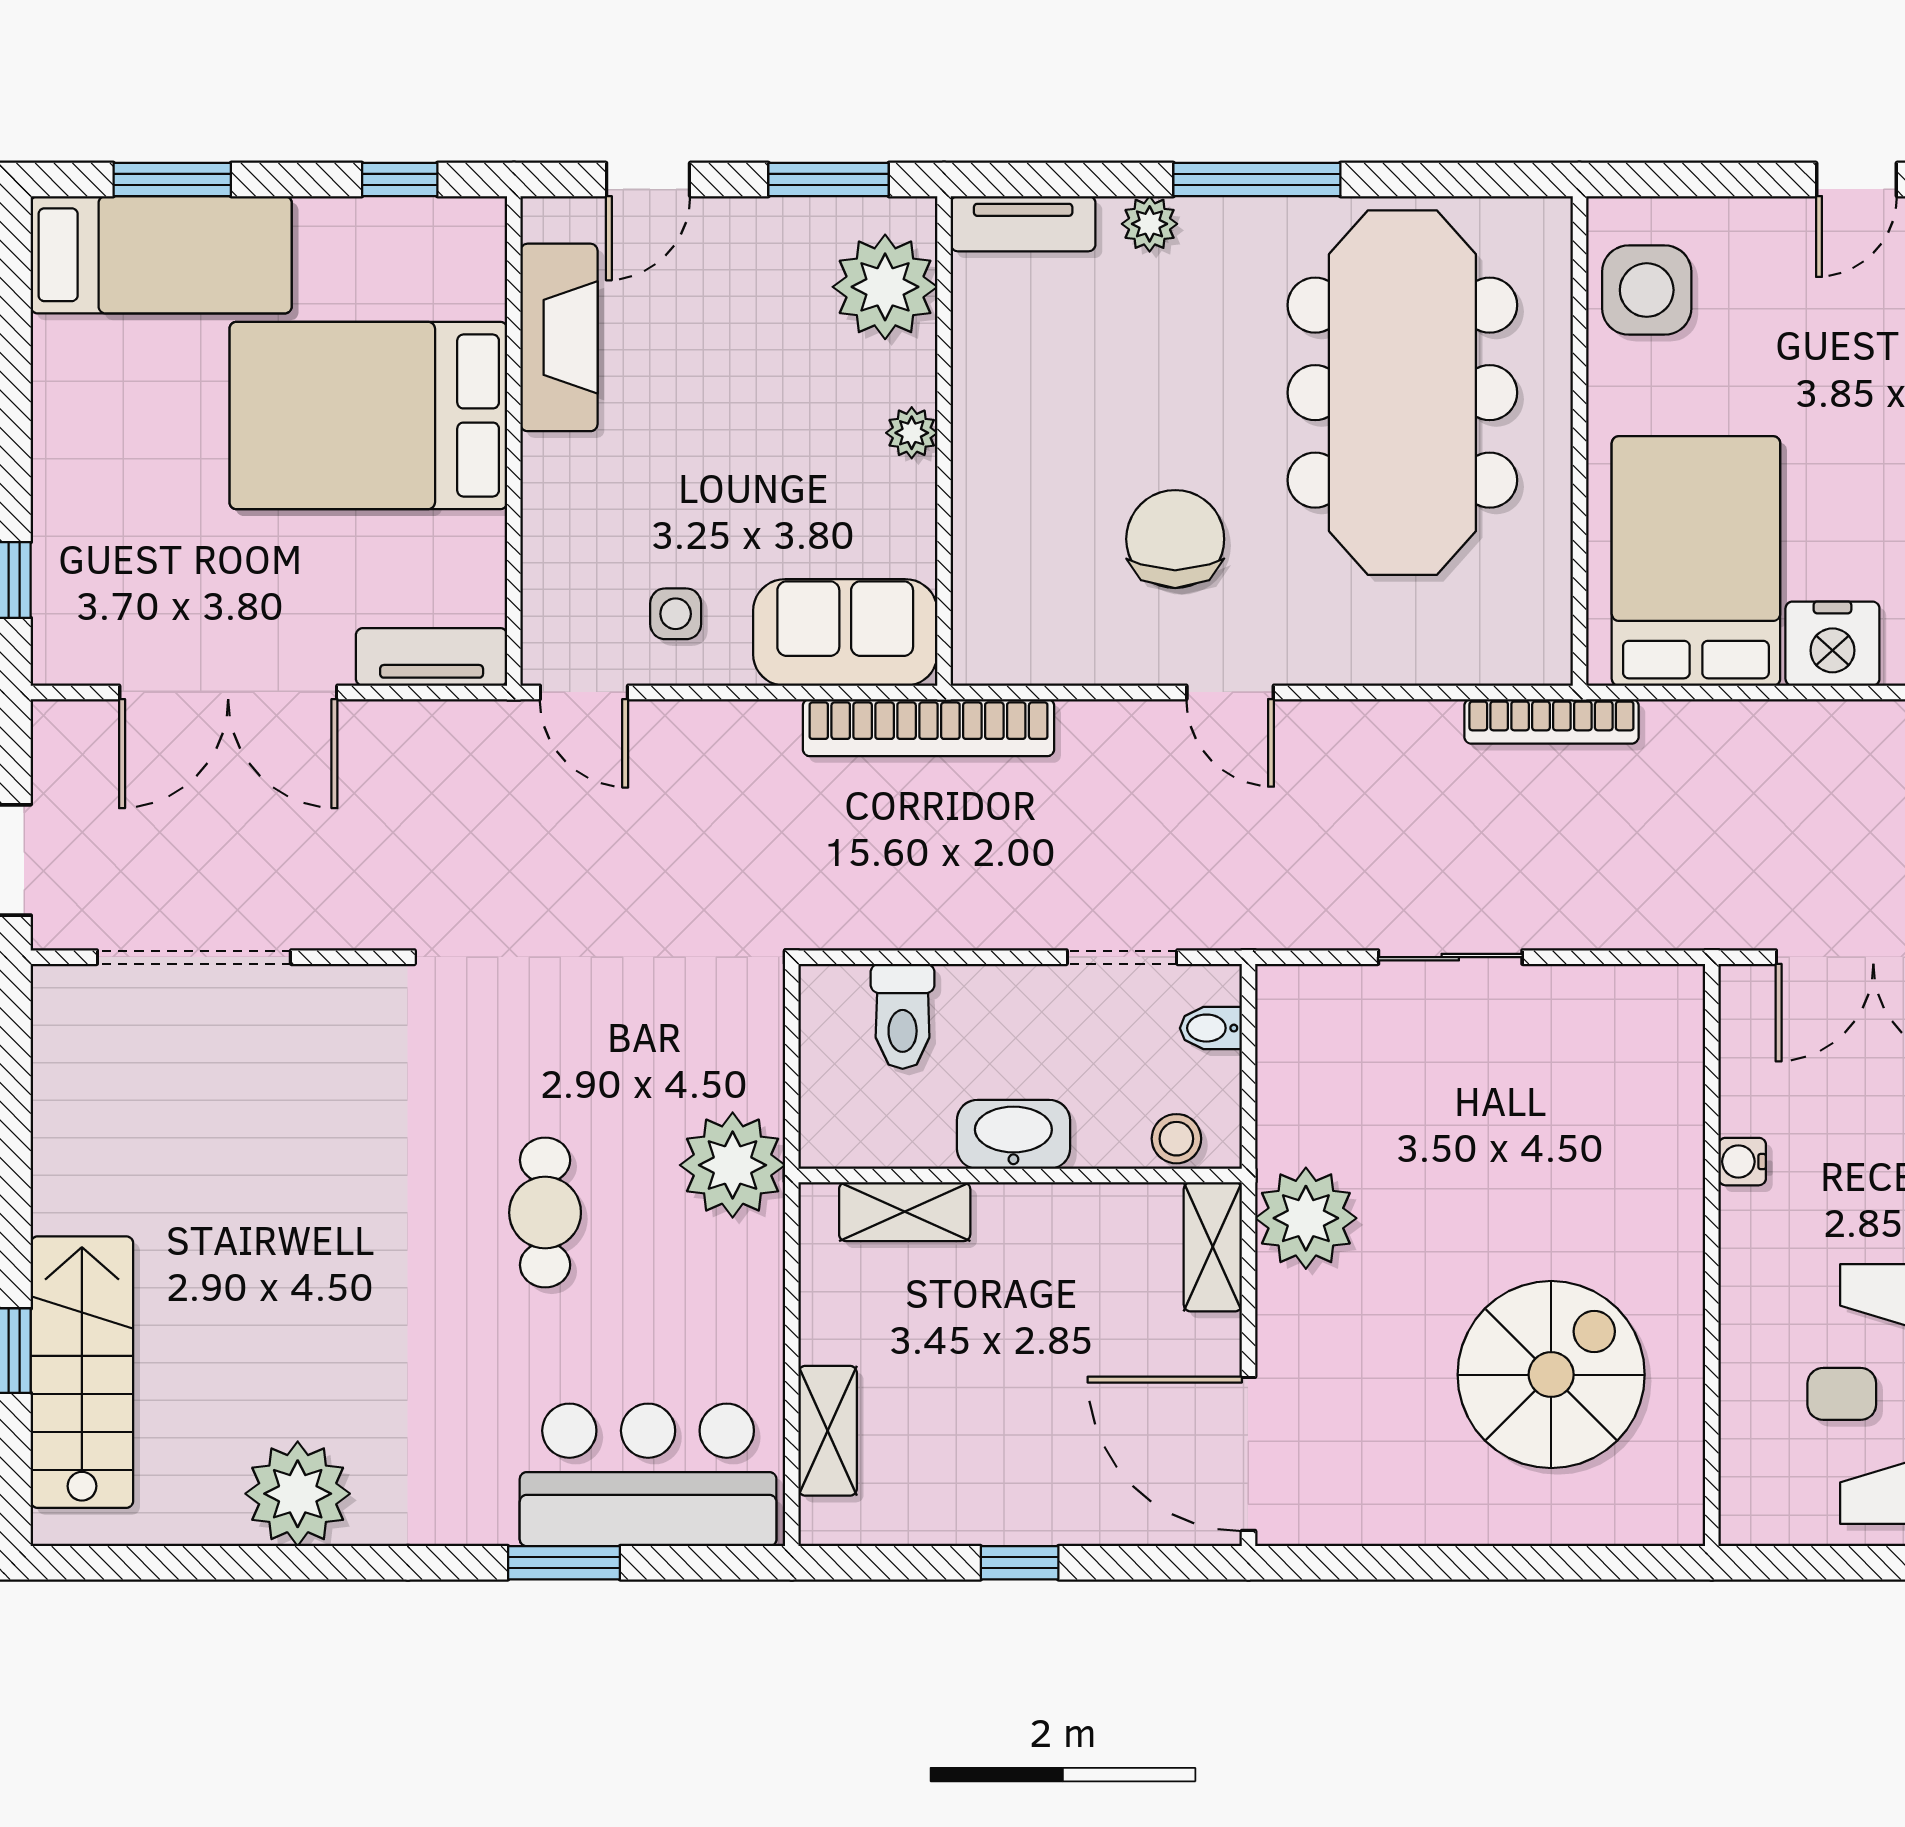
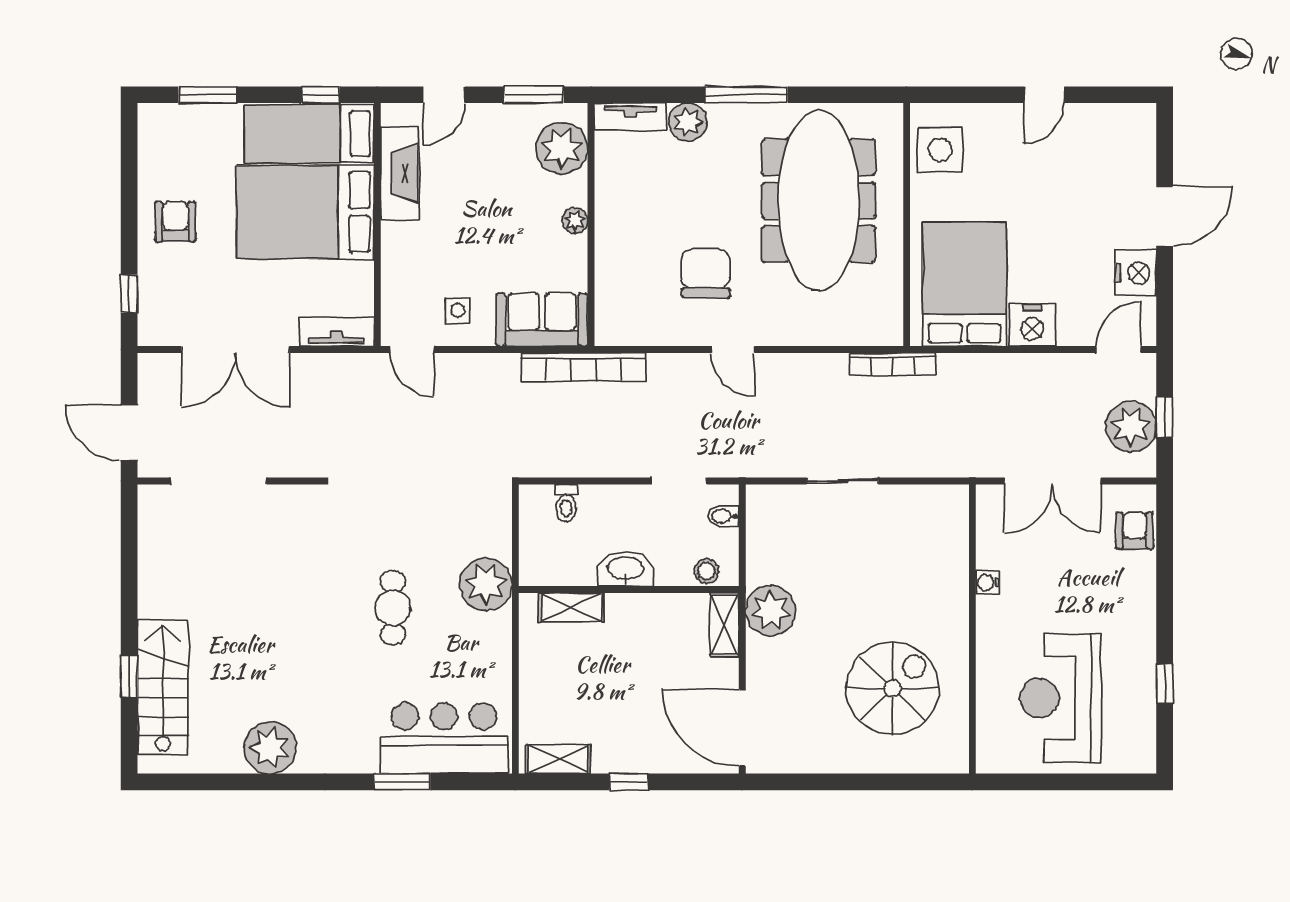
plant: (1150, 224) -> (688, 122), width x1.38, depth x1.38
bed: (161, 255) -> (309, 134), moved, turned 180
armchair: (107, 435) -> (175, 222), added
toilet: (903, 1016) -> (566, 503), width x0.73, depth x0.72
shelving: (828, 1431) -> (558, 759), moved, turned 90

